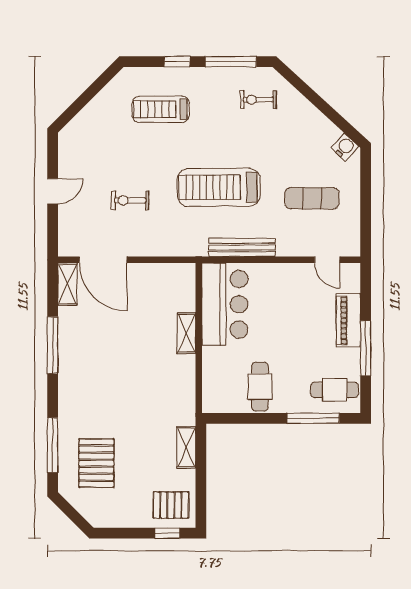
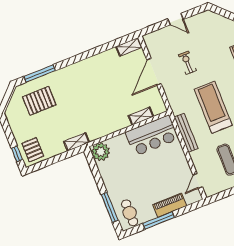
door: (103, 260) -> (154, 72), moved
shelving: (186, 333) -> (141, 116), moved
window: (53, 345) -> (93, 52), removed
cafe table: (260, 387) -> (115, 172), removed
plant: (218, 397) -> (101, 152), added
shelving: (186, 447) -> (76, 142), moved

